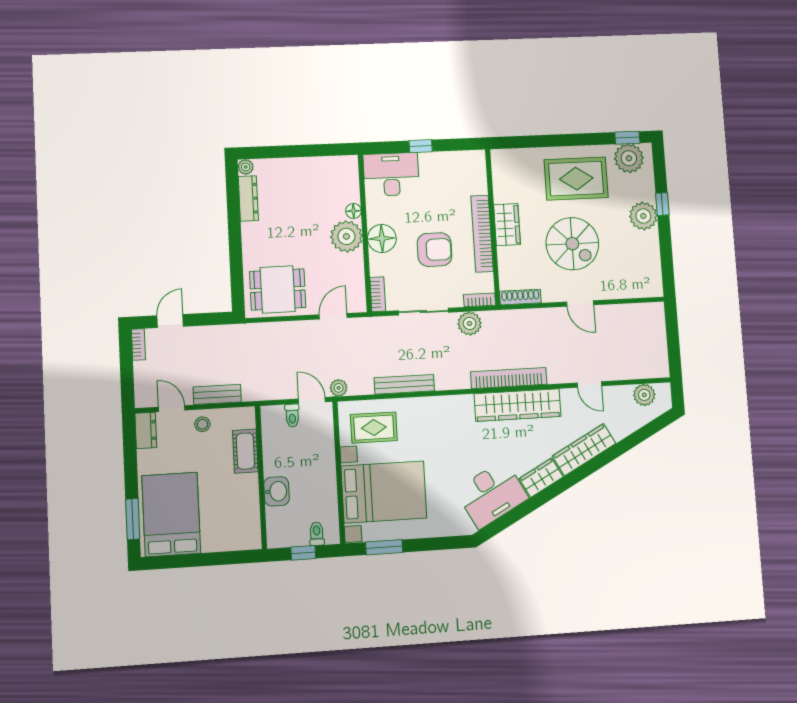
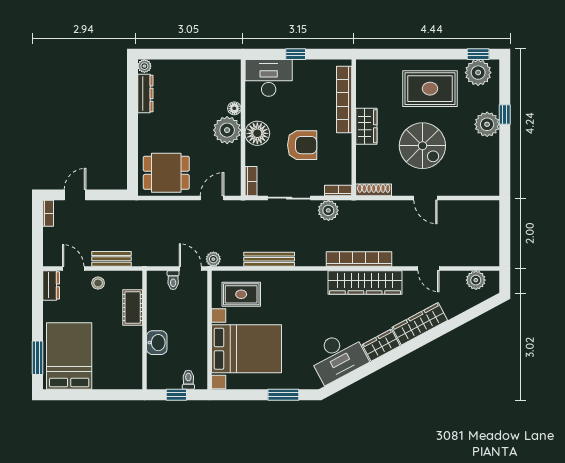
bookcase: (482, 234) -> (344, 100), moved
window: (384, 547) -> (283, 395), moved

